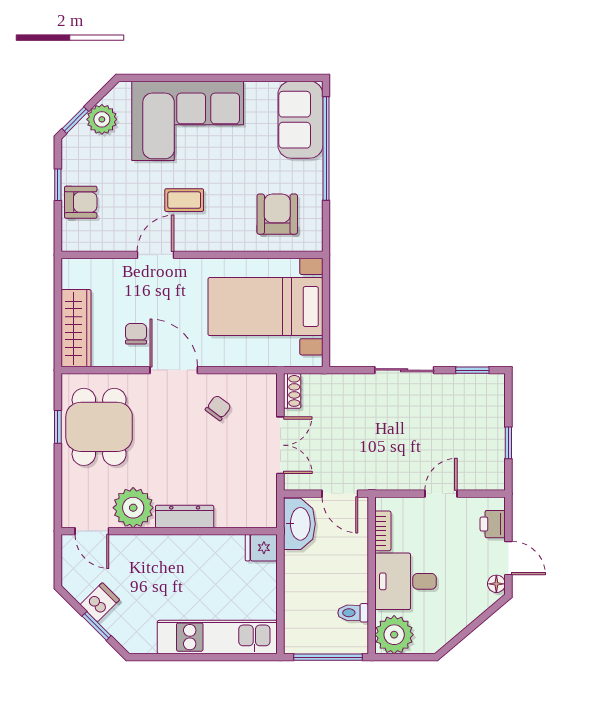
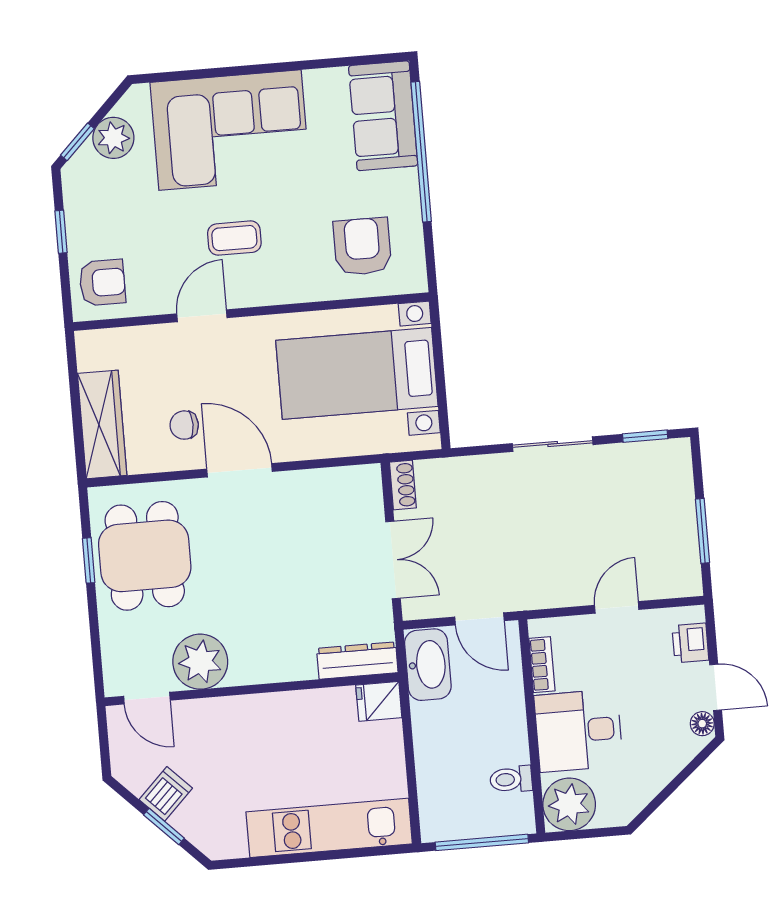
armchair: (81, 202) -> (102, 283), moved
chair: (136, 334) -> (184, 425), turned -90
chair: (218, 408) -> (304, 516), removed
window: (508, 443) -> (702, 531), width x1.50
dresser: (185, 517) -> (357, 661), moved

